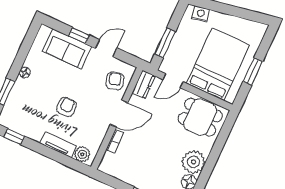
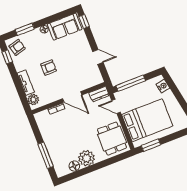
window: (79, 36) -> (84, 21), moved
window: (165, 43) -> (131, 83), width x1.44
sofa: (67, 49) -> (65, 27), moved, turned -90
window: (253, 71) -> (151, 145), moved
armchair: (115, 81) -> (17, 47), moved

